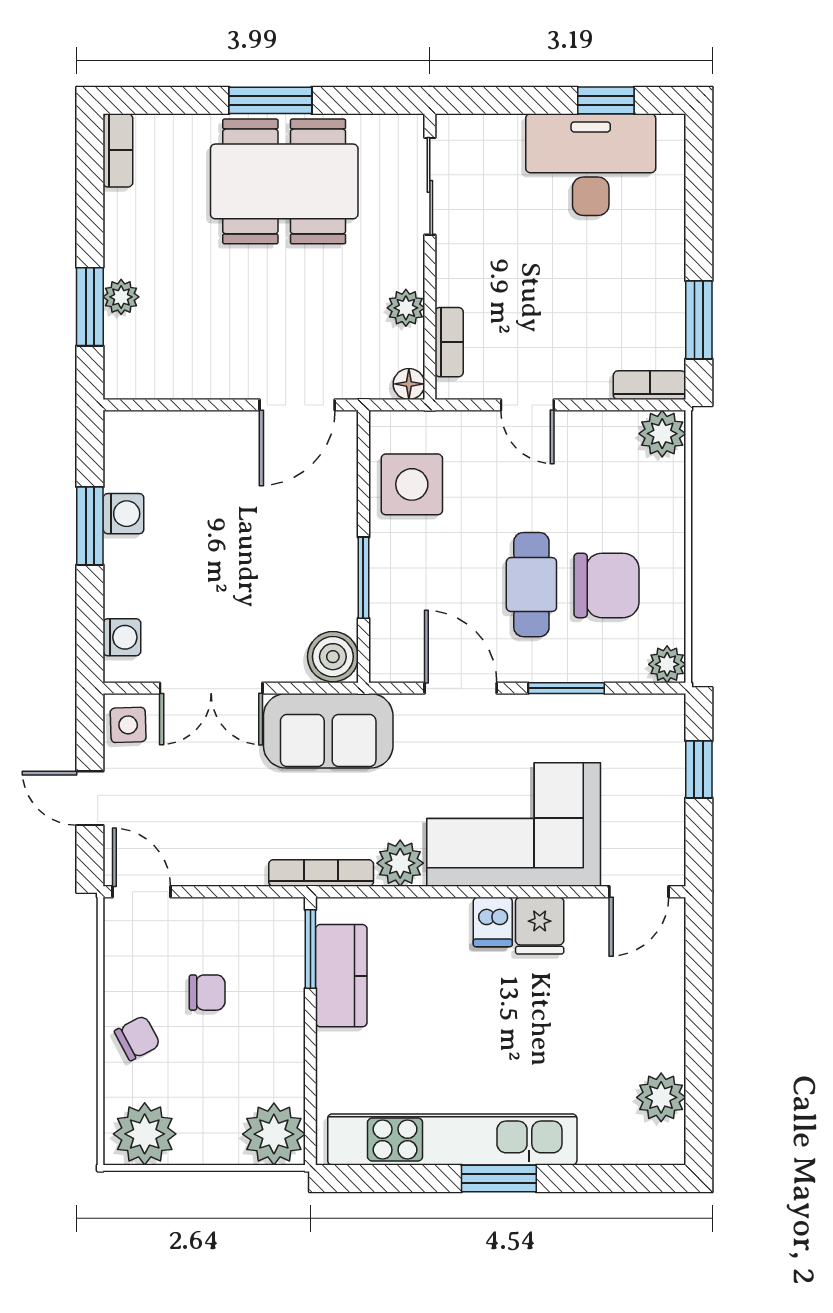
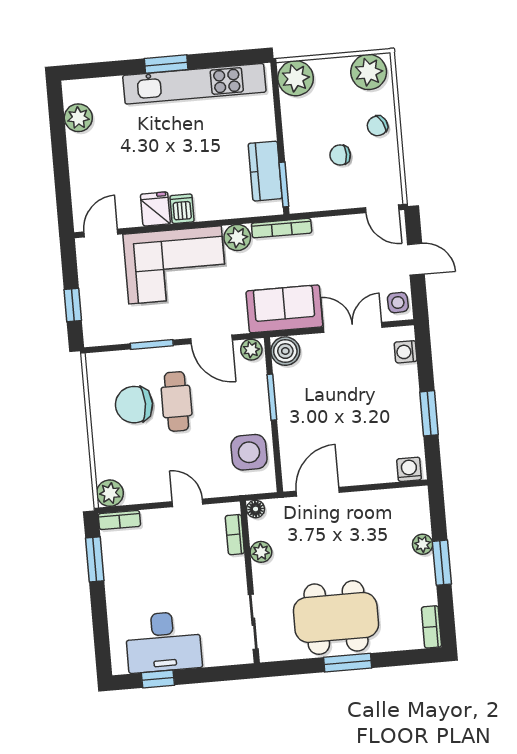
window: (90, 307) -> (442, 563), moved
washing machine: (123, 514) -> (409, 469), moved, turned 90
plant: (667, 664) -> (251, 350), moved

